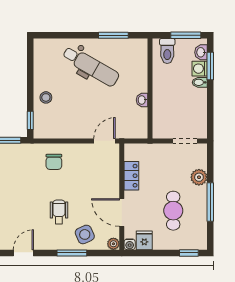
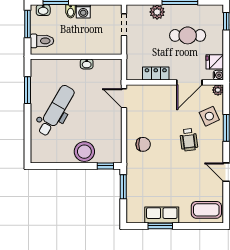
washing machine: (200, 69) -> (83, 11), moved
stool: (46, 97) -> (84, 152), width x1.89, depth x1.89
wheelchair: (59, 212) -> (189, 140), turned -97

